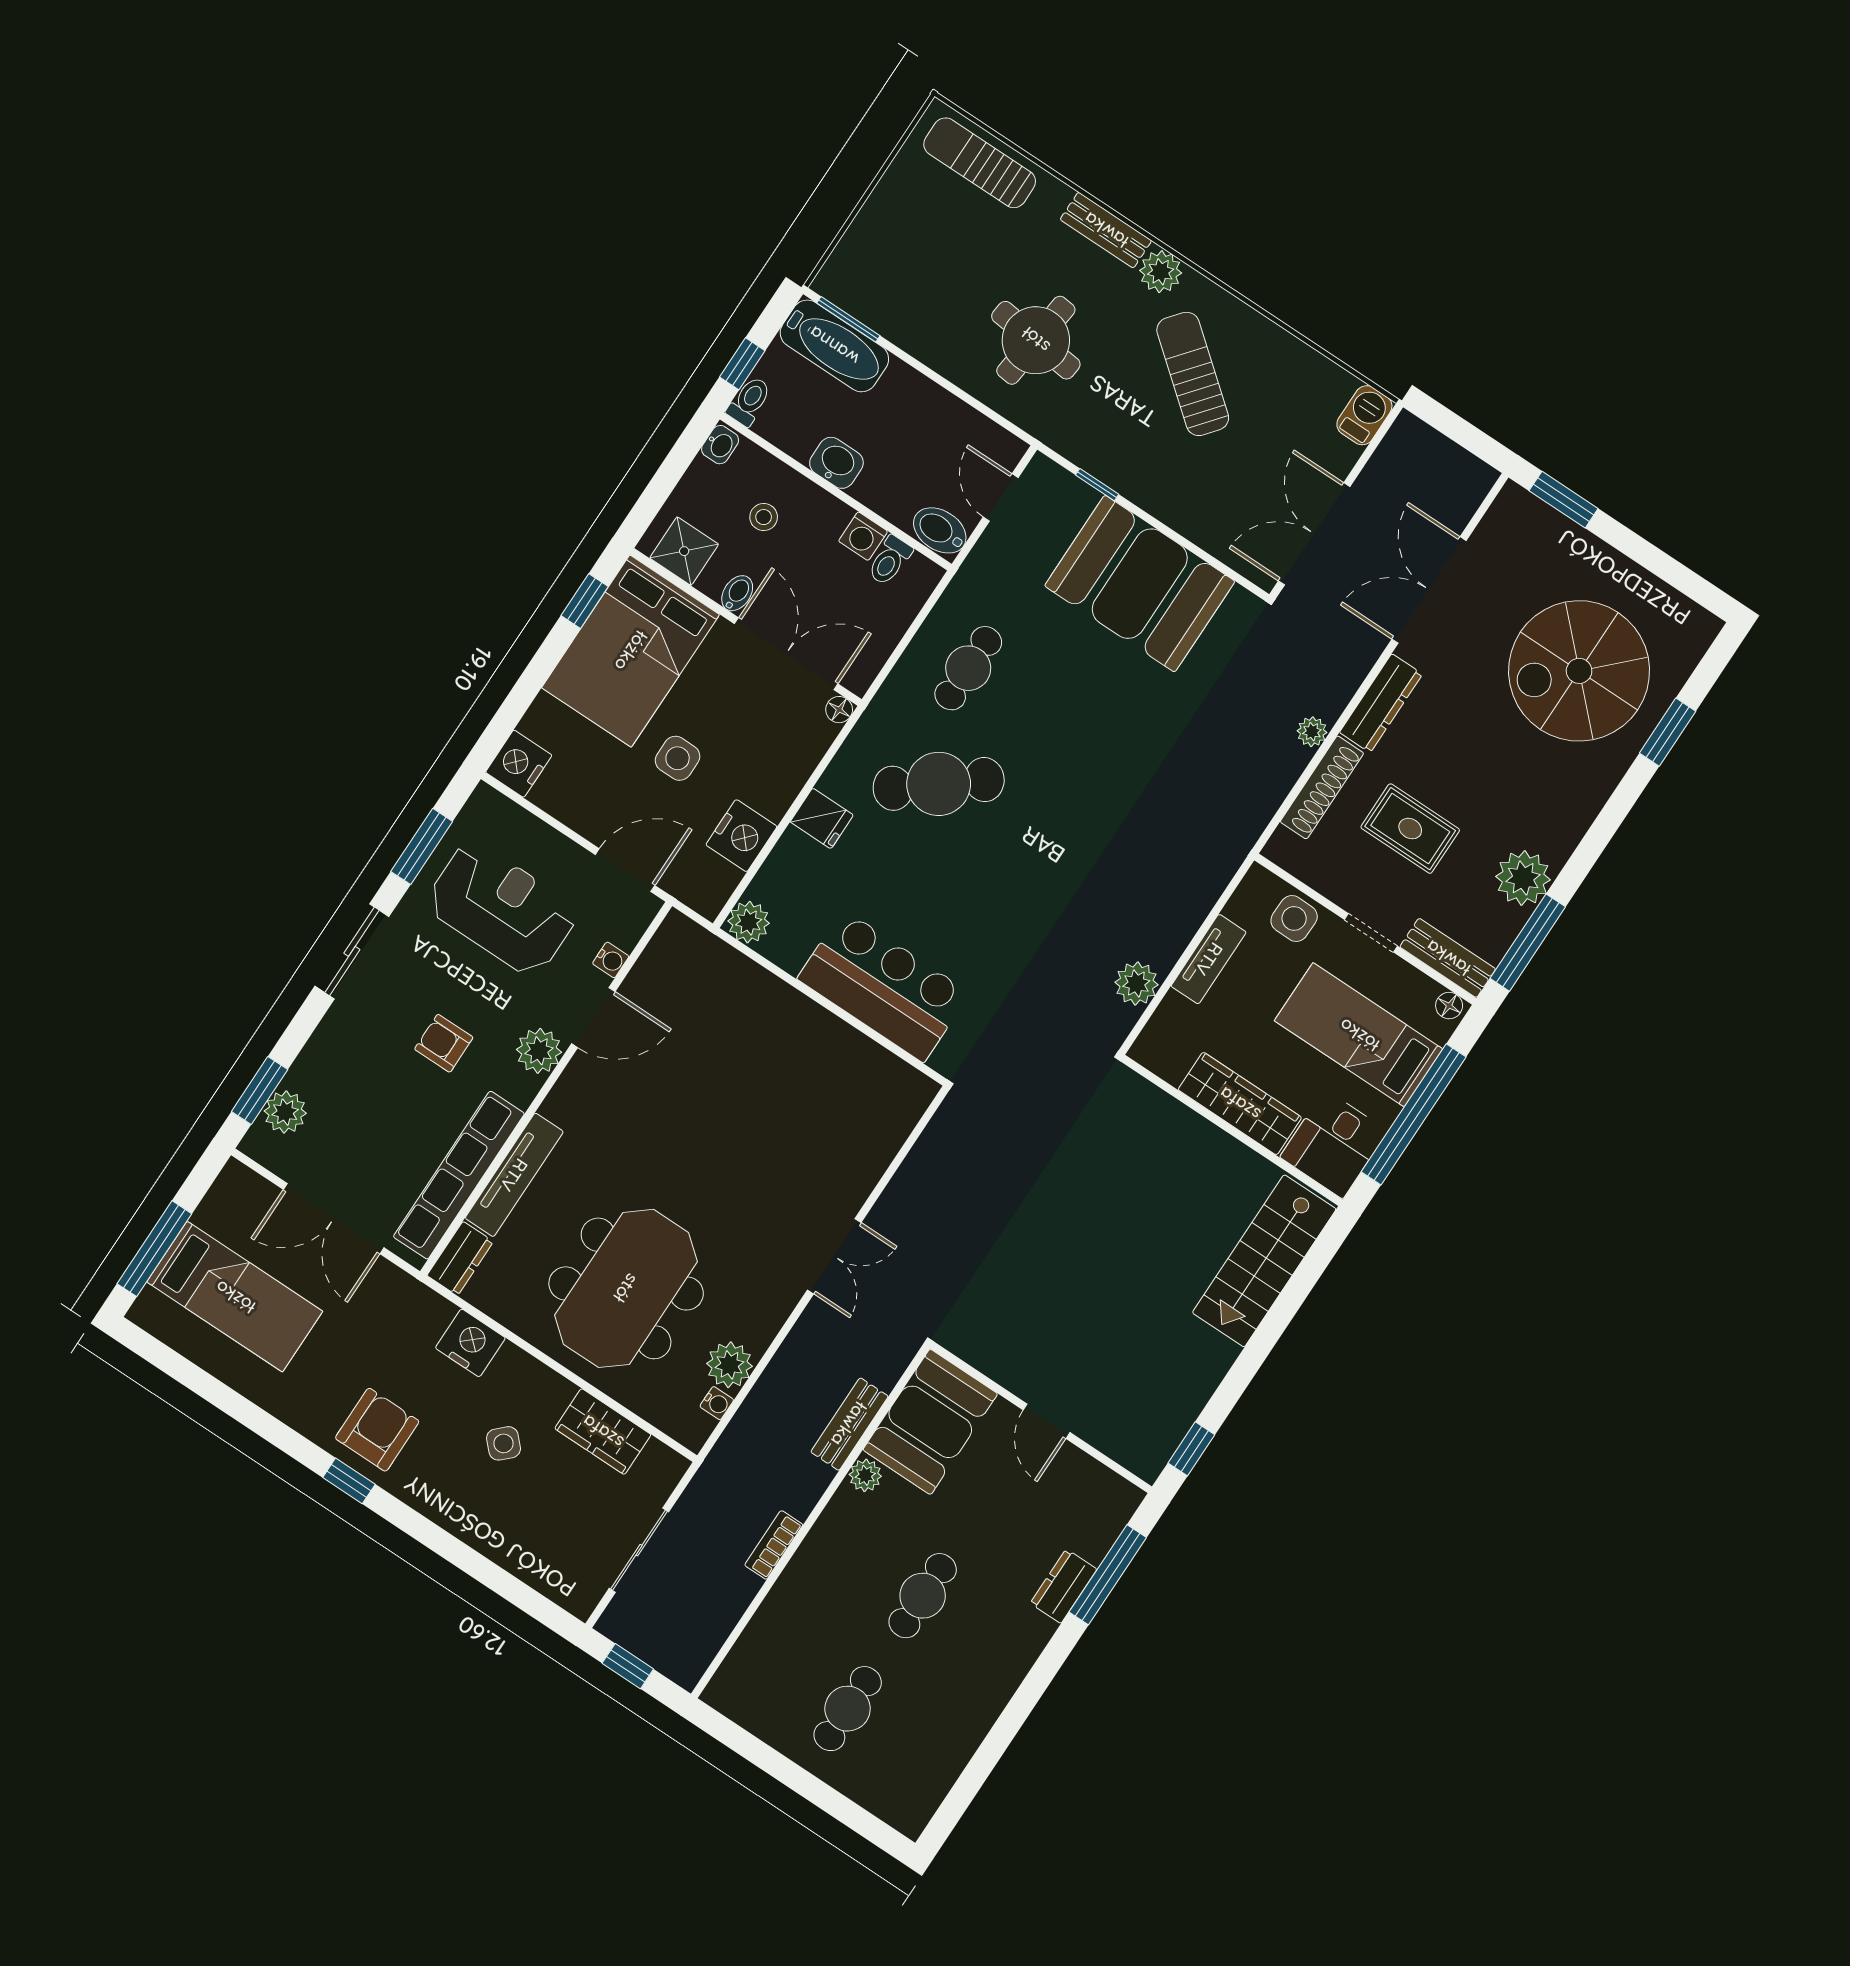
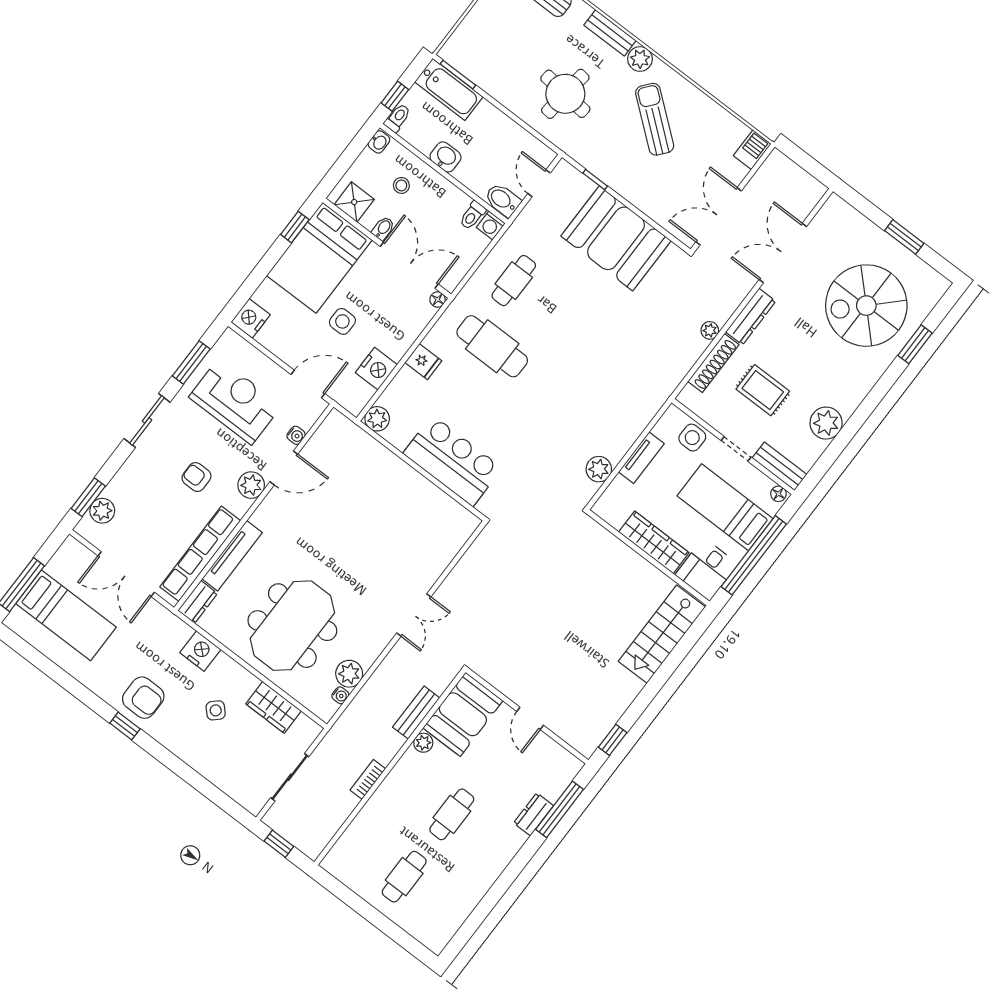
window: (1564, 500) -> (904, 237), moved
washing machine: (863, 536) -> (491, 225), moved
cafe table: (939, 784) -> (492, 346), turned 39
window: (1528, 943) -> (826, 460), removed
armchair: (377, 1430) -> (143, 698), turned 90

